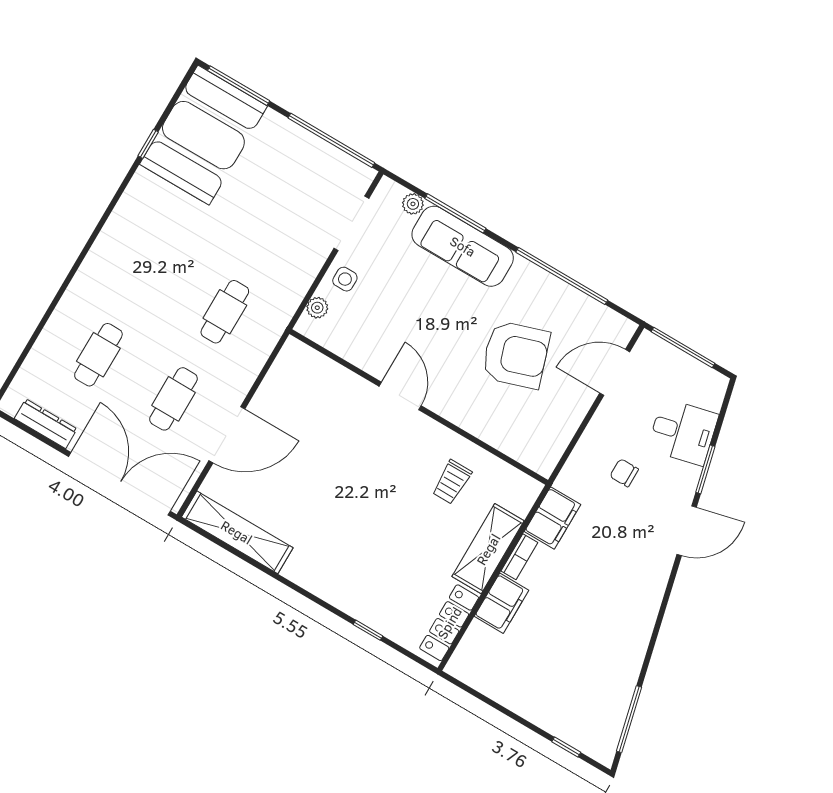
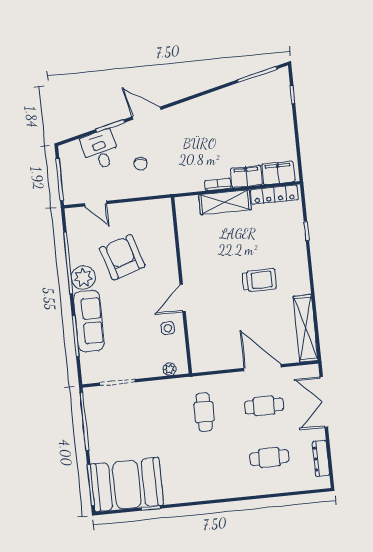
plant: (413, 204) -> (83, 278), moved, width x1.88, depth x1.88
side table: (345, 279) -> (168, 328), moved
cafe table: (225, 312) -> (204, 412), turned 90
door: (615, 372) -> (96, 204), width x0.73
trolley: (452, 482) -> (259, 280), moved, width x1.36, depth x1.39
double door: (119, 484) -> (324, 402), width x0.73
filing cabinet: (552, 518) -> (278, 173), moved

